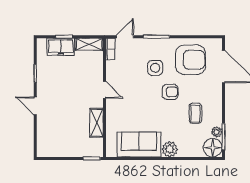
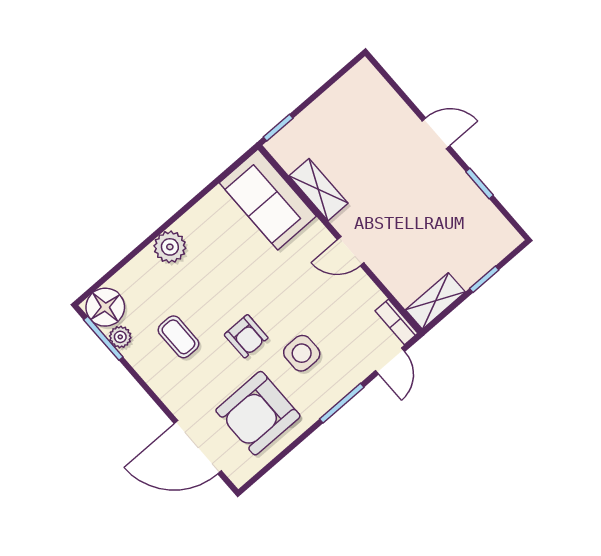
freezer: (61, 47) -> (476, 259), removed
armchair: (170, 92) -> (246, 336), turned -90
sofa: (139, 144) -> (268, 200), moved, turned 90

